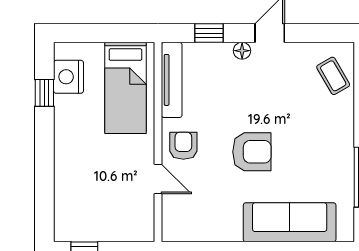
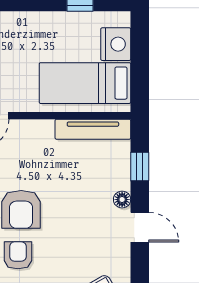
nightstand: (68, 77) -> (116, 44), moved, turned 90
armchair: (183, 146) -> (18, 255), moved, turned -90

